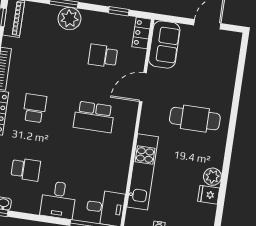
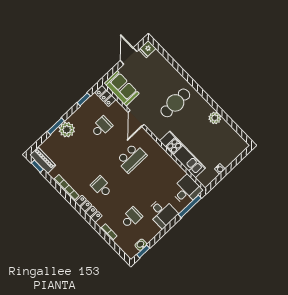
school desk: (103, 56) -> (102, 127), turned 180
fridge: (209, 195) -> (147, 49), moved

